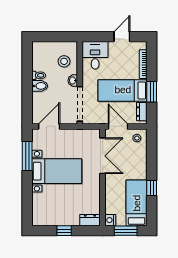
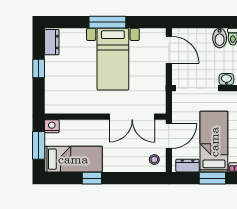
window: (27, 156) -> (107, 22), moved
dresser: (90, 220) -> (52, 42), moved

